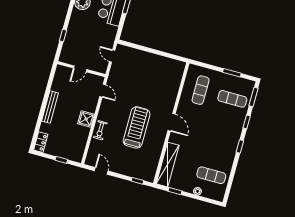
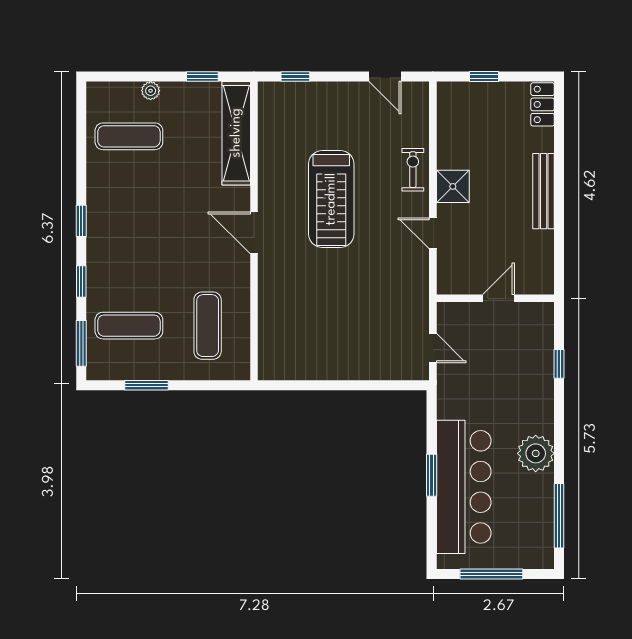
door: (103, 91) -> (433, 233), moved

